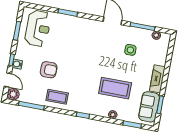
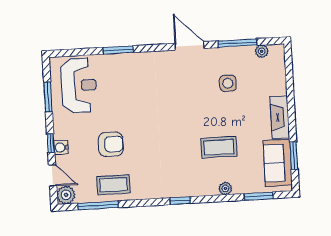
coffee table: (115, 88) -> (219, 147), width x0.73, depth x0.76
coffee table: (57, 97) -> (113, 185), moved

